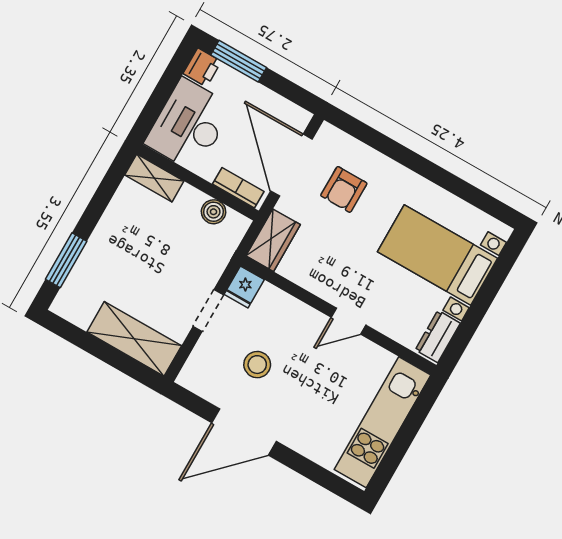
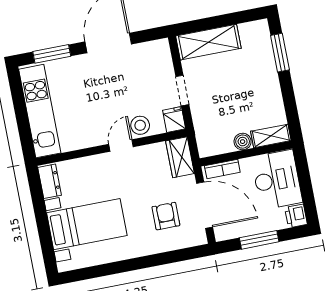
window: (239, 61) -> (259, 240), moved
boiler: (214, 212) -> (243, 142), moved
door: (349, 321) -> (121, 145), moved
stool: (257, 365) -> (140, 125), moved
window: (316, 473) -> (52, 54), added

